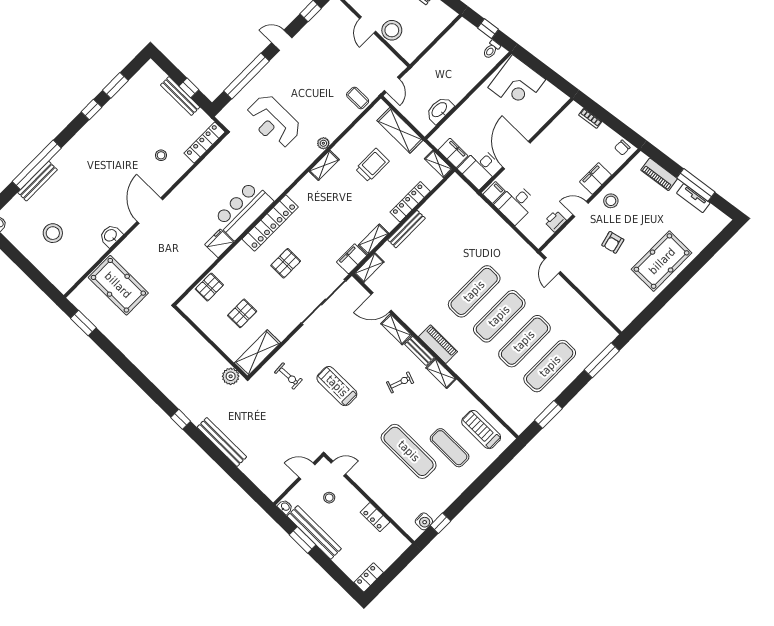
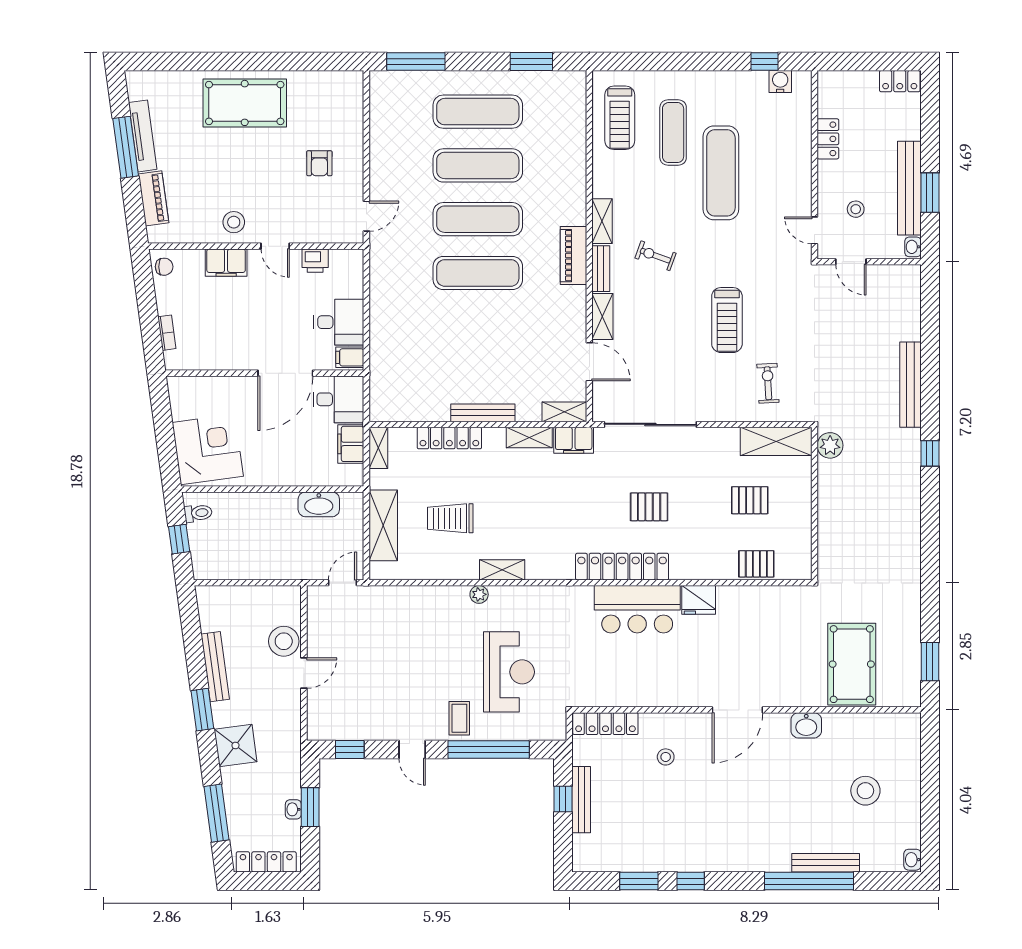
coffee table: (358, 98) -> (459, 718), moved
tv unit: (693, 198) -> (143, 136), width x1.41
armchair: (613, 242) -> (319, 163), moved, turned 104

